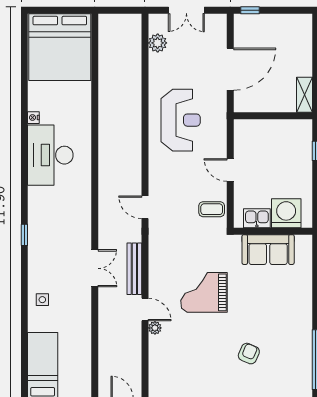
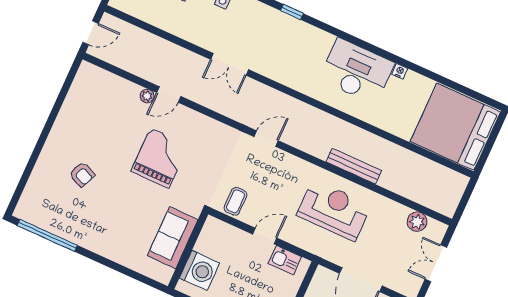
reception desk: (181, 120) -> (334, 210), turned 180
kitchen sink: (257, 218) -> (285, 260), moved, turned 90
bench: (134, 269) -> (354, 166), moved

